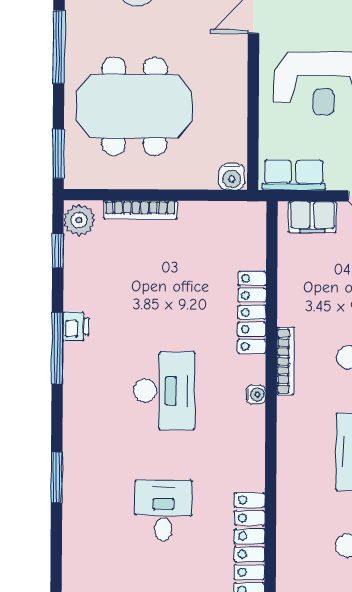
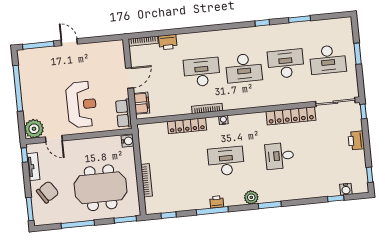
meeting table: (134, 106) -> (101, 188), turned 90
plant: (79, 220) -> (251, 197), moved
printer: (76, 326) -> (217, 202), moved

